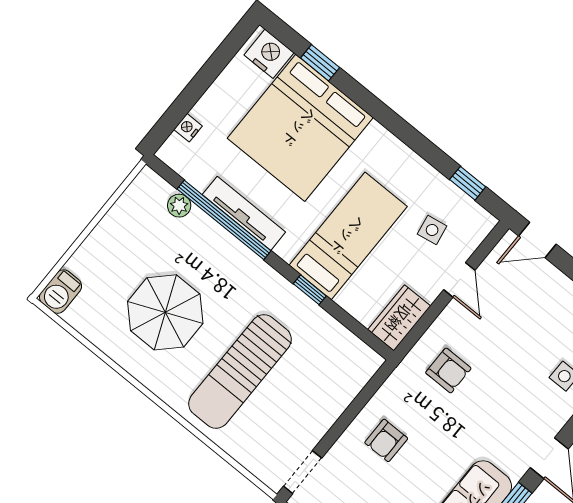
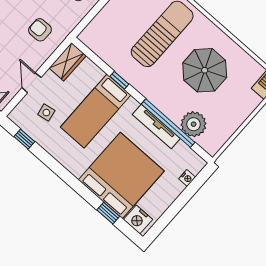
plant: (179, 206) -> (194, 124), width x1.87, depth x1.87

